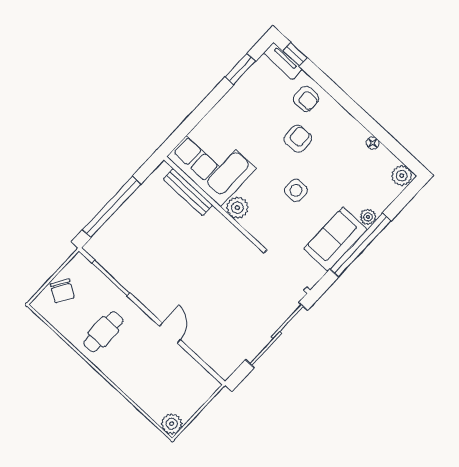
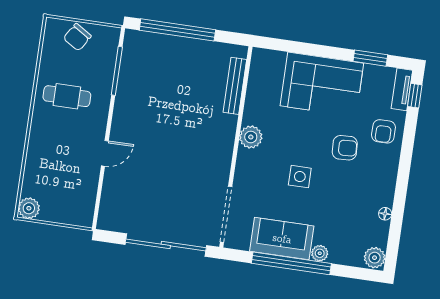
corner sofa: (212, 163) -> (322, 85), moved, turned 90

